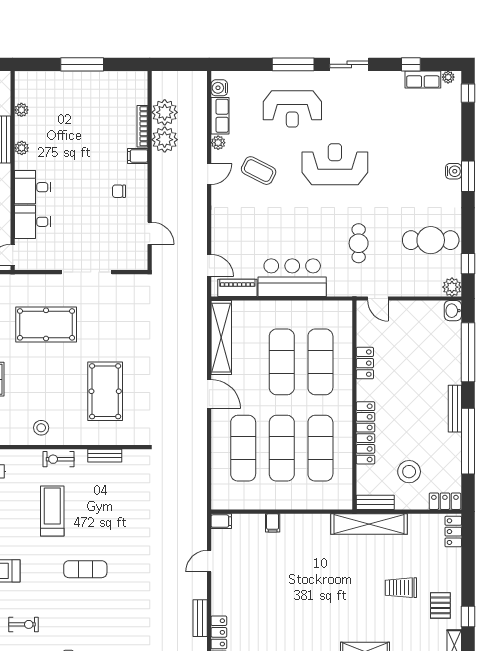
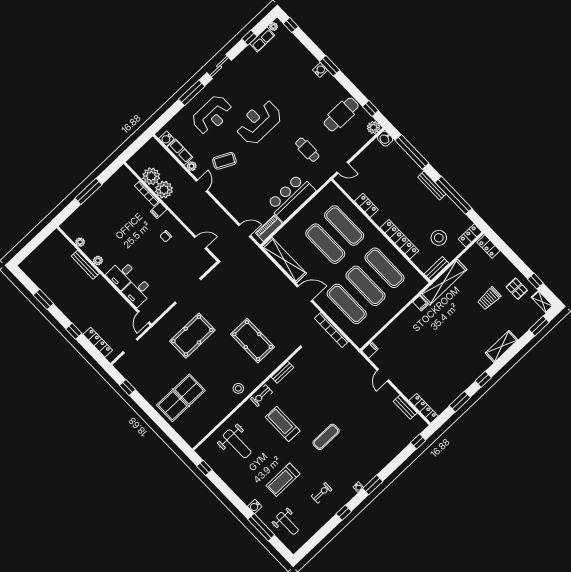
bookcase: (200, 460) -> (331, 330), added
filing cabinet: (273, 523) -> (420, 303), moved

